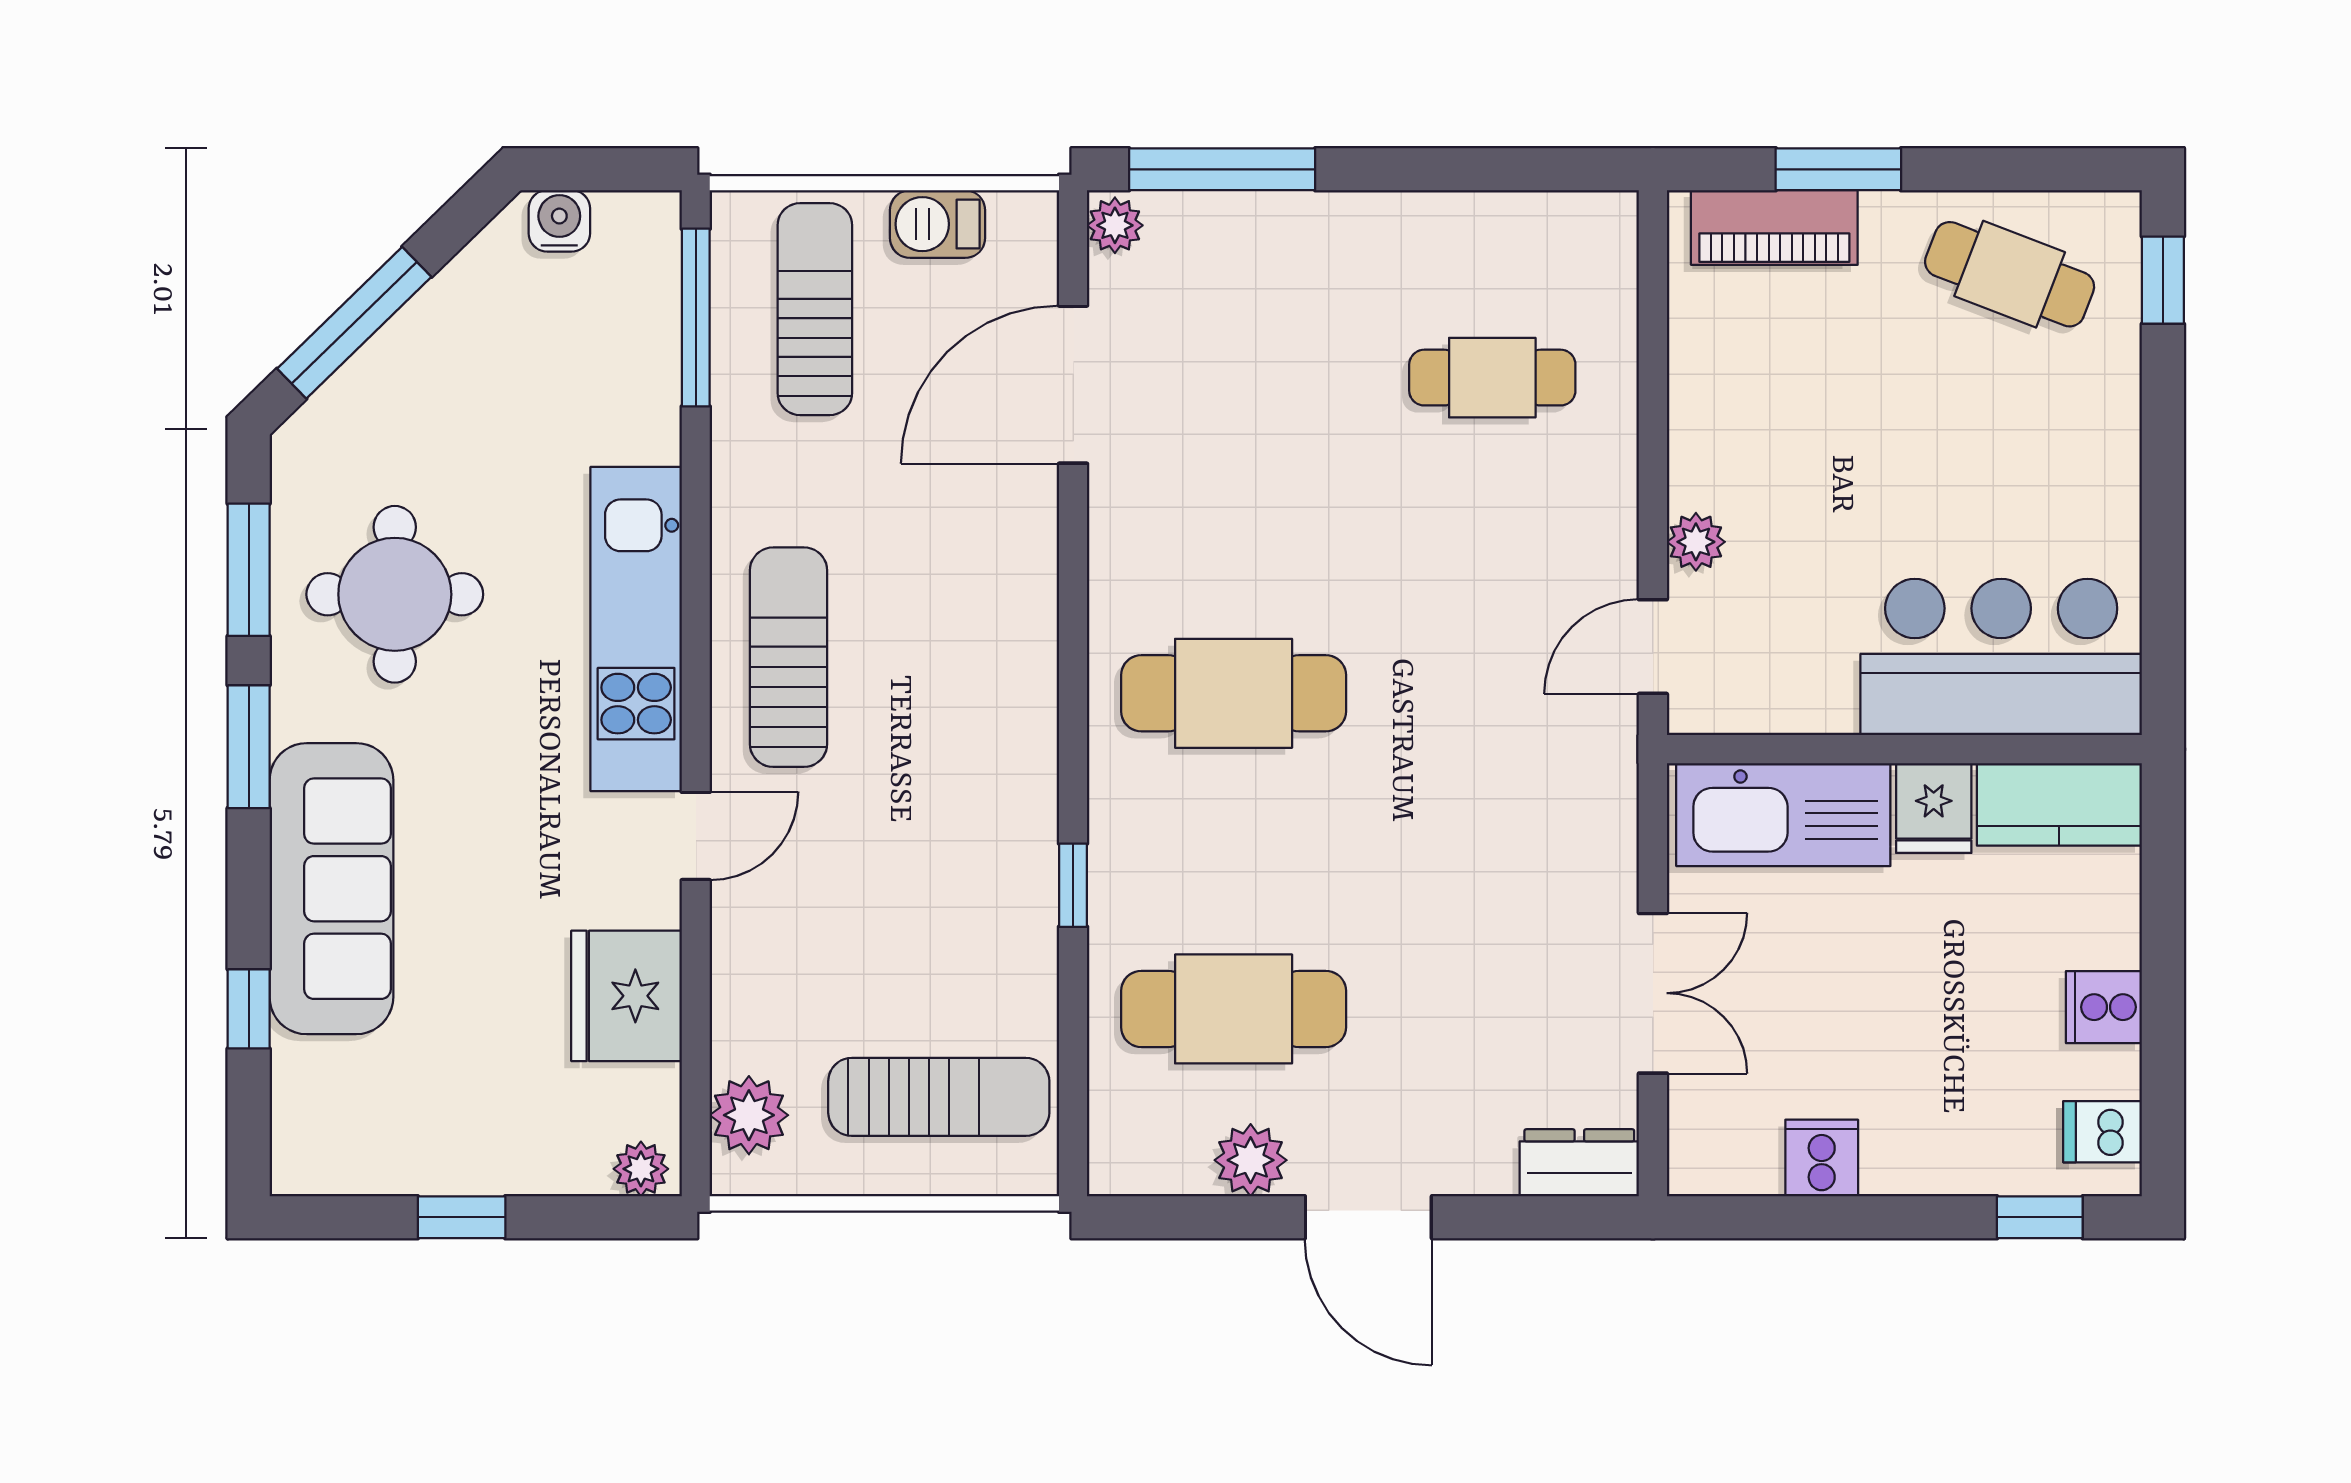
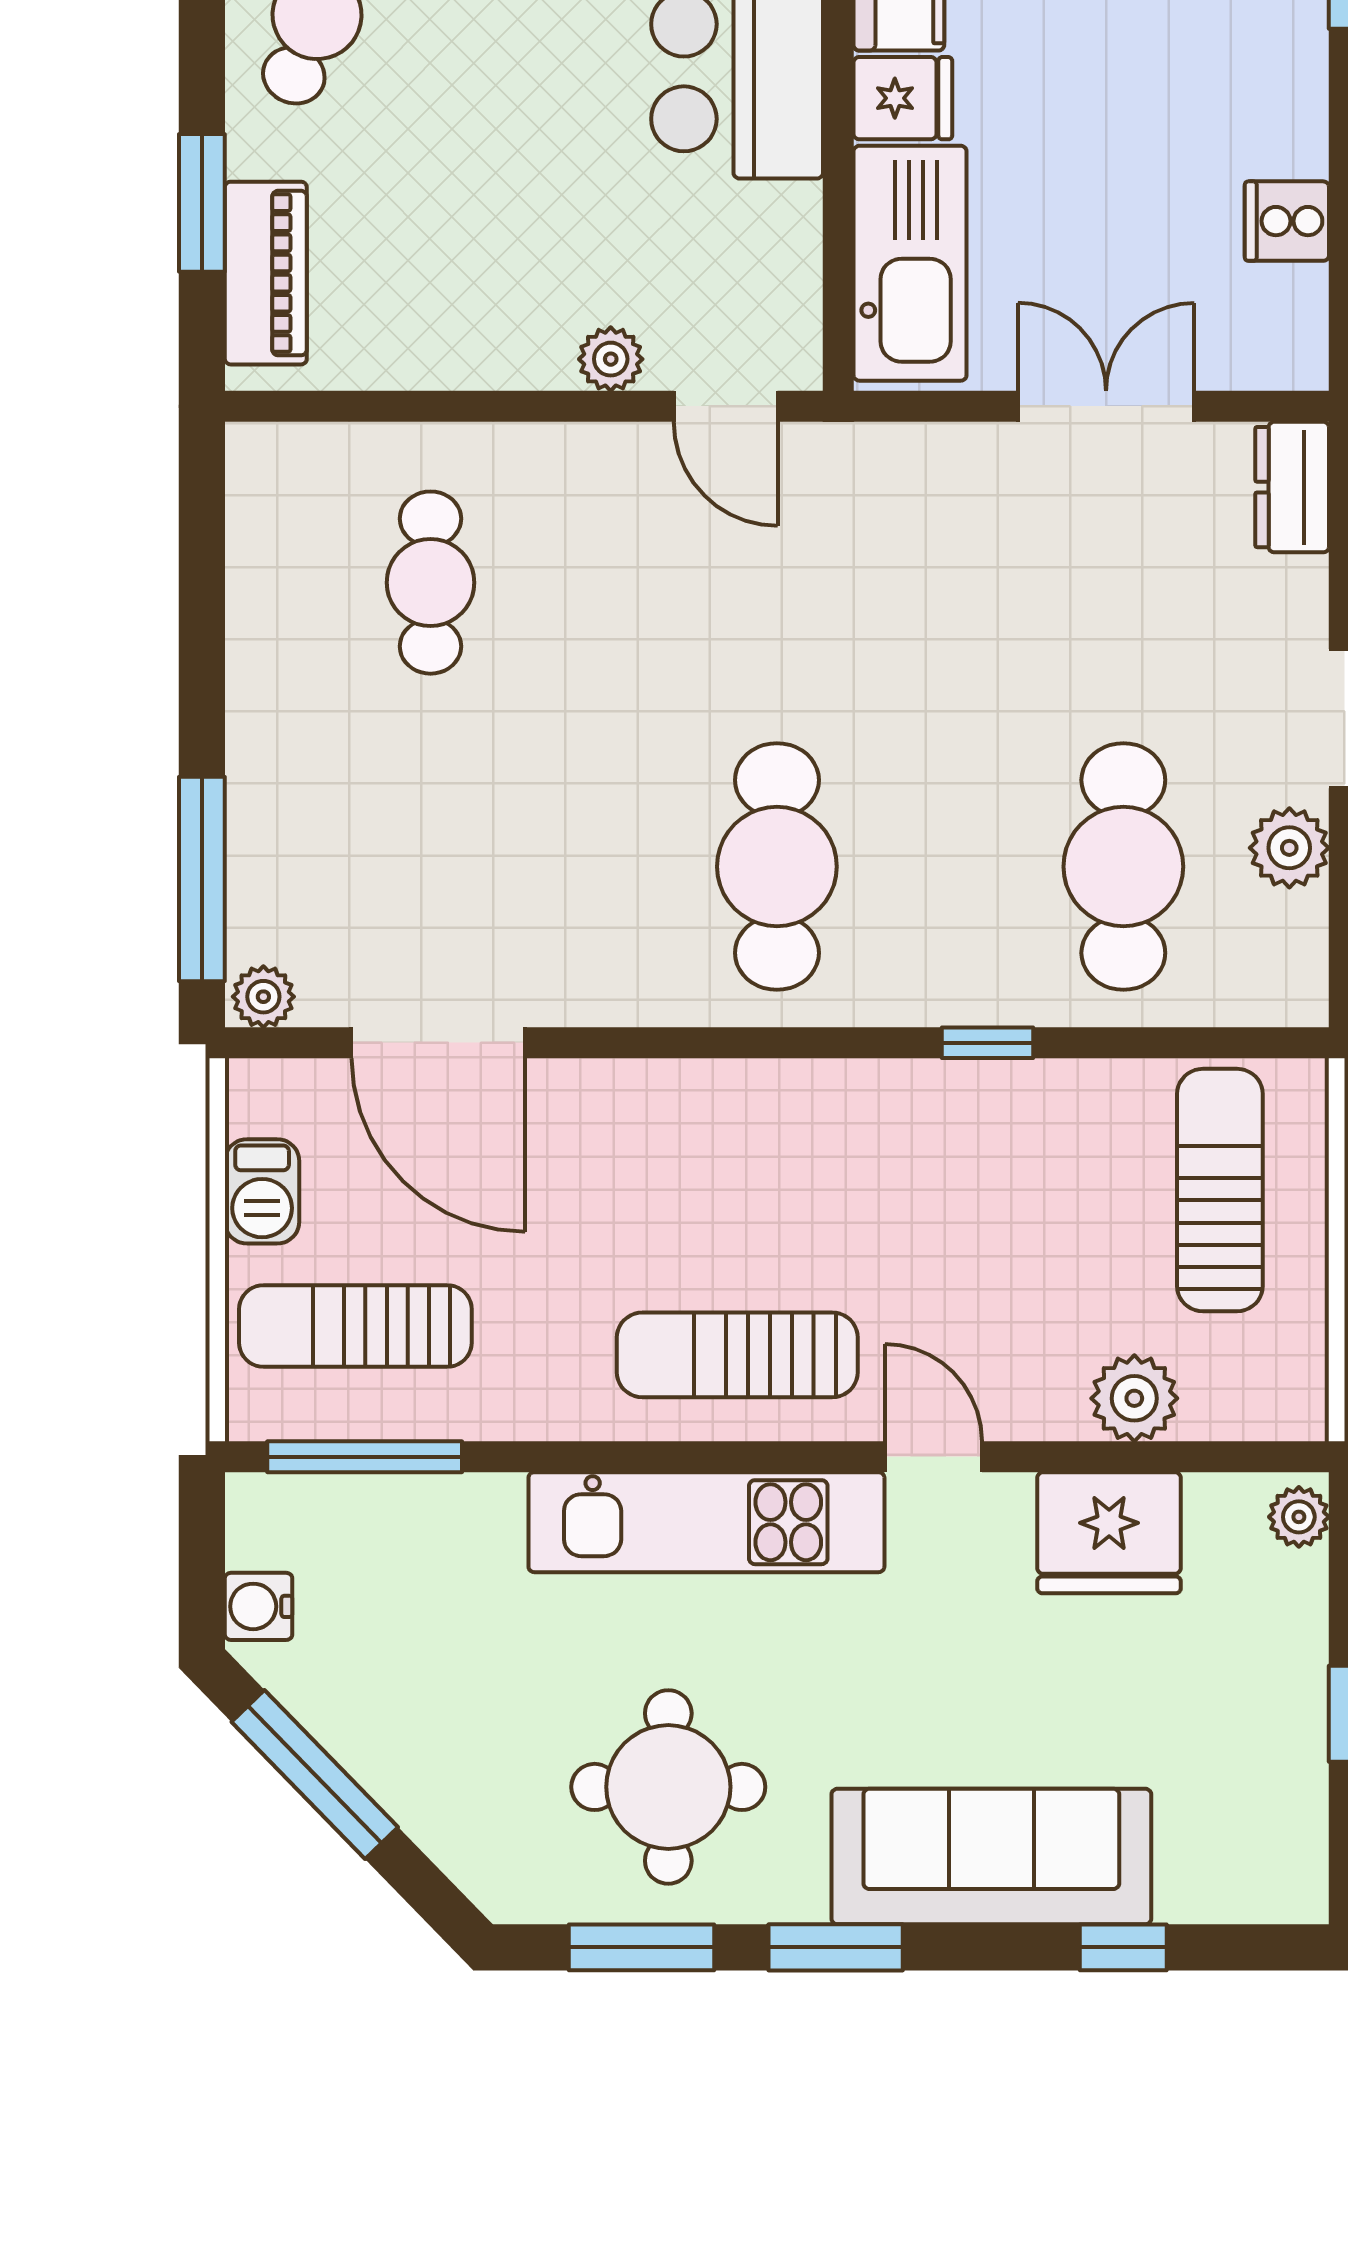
window: (354, 323) -> (315, 1774), moved
plant: (749, 1115) -> (1134, 1398), moved

